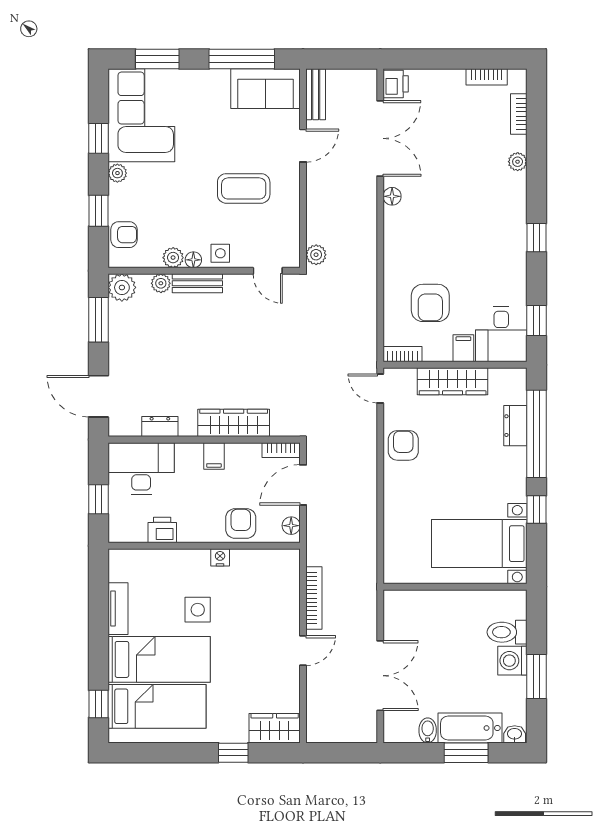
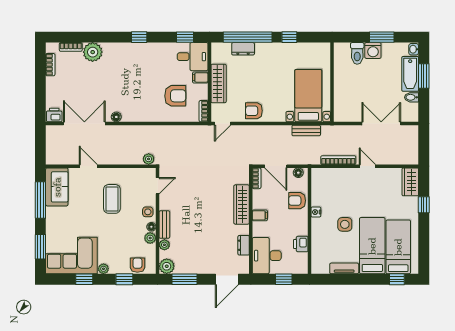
bench: (316, 94) -> (306, 131), moved
plant: (518, 162) -> (93, 52), width x1.87, depth x1.87
bed with nightstands: (479, 544) -> (308, 96), moved, turned 180

